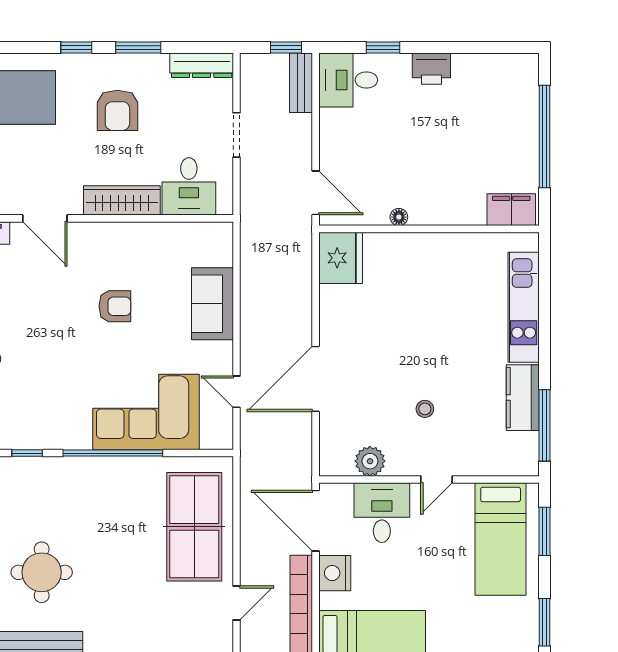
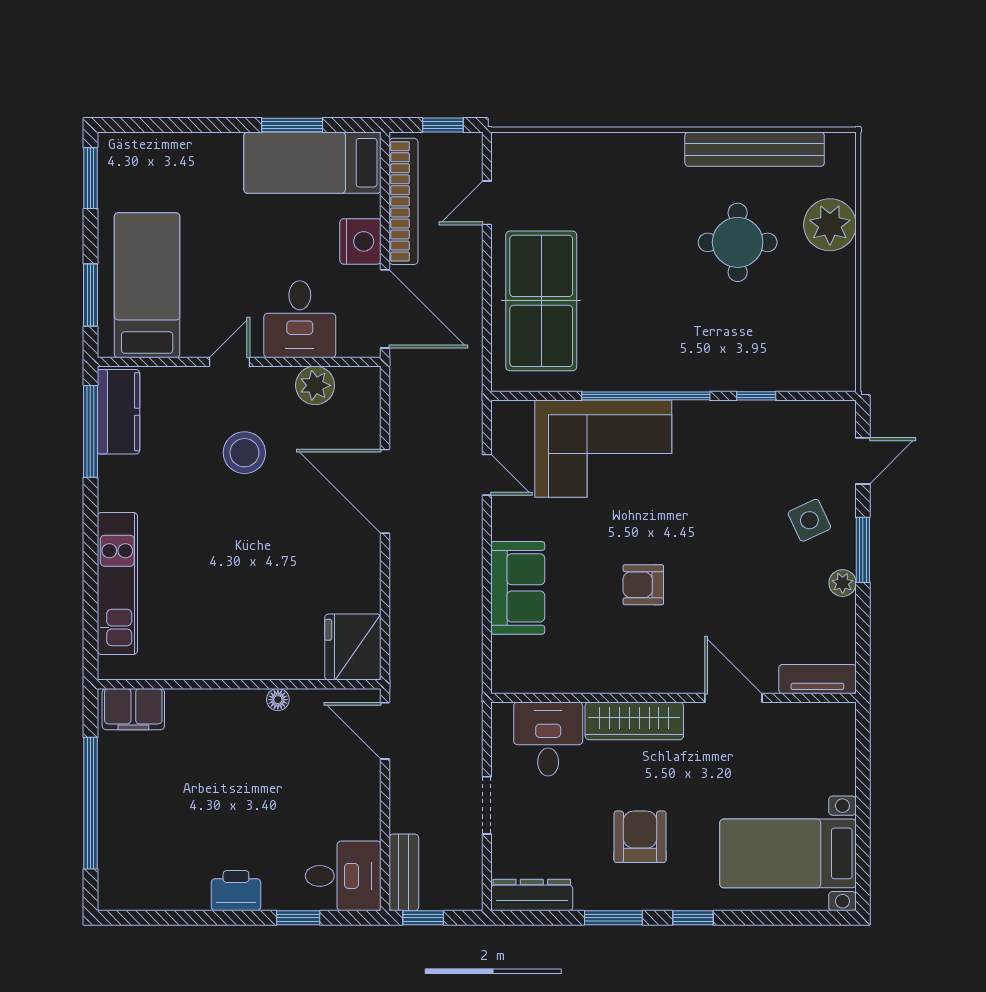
door: (316, 379) -> (385, 491), swing flipped
kitchen counter: (523, 398) -> (118, 412), moved
stool: (425, 409) -> (244, 453), width x1.89, depth x1.89

